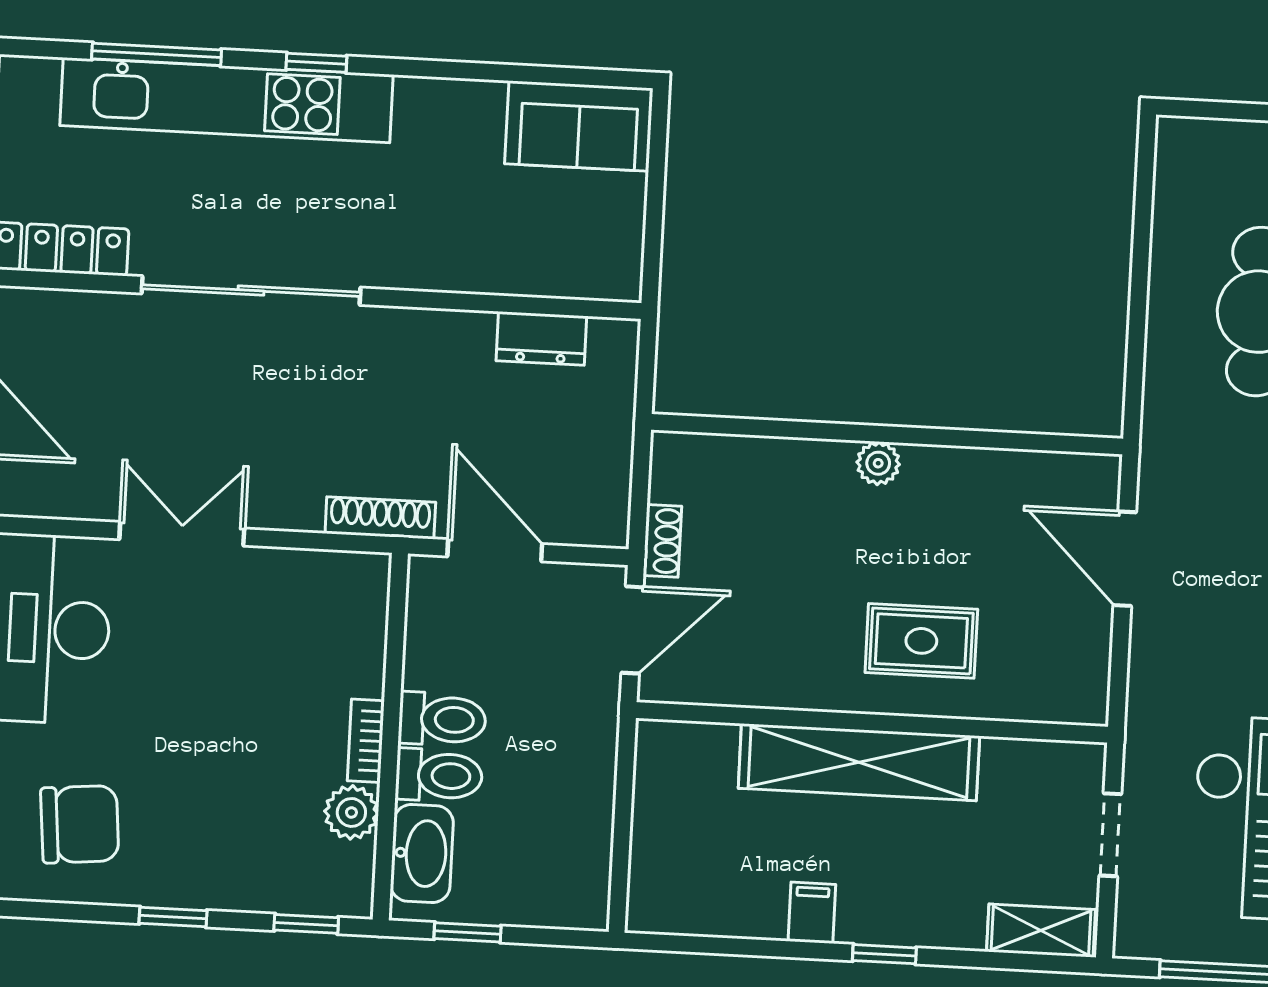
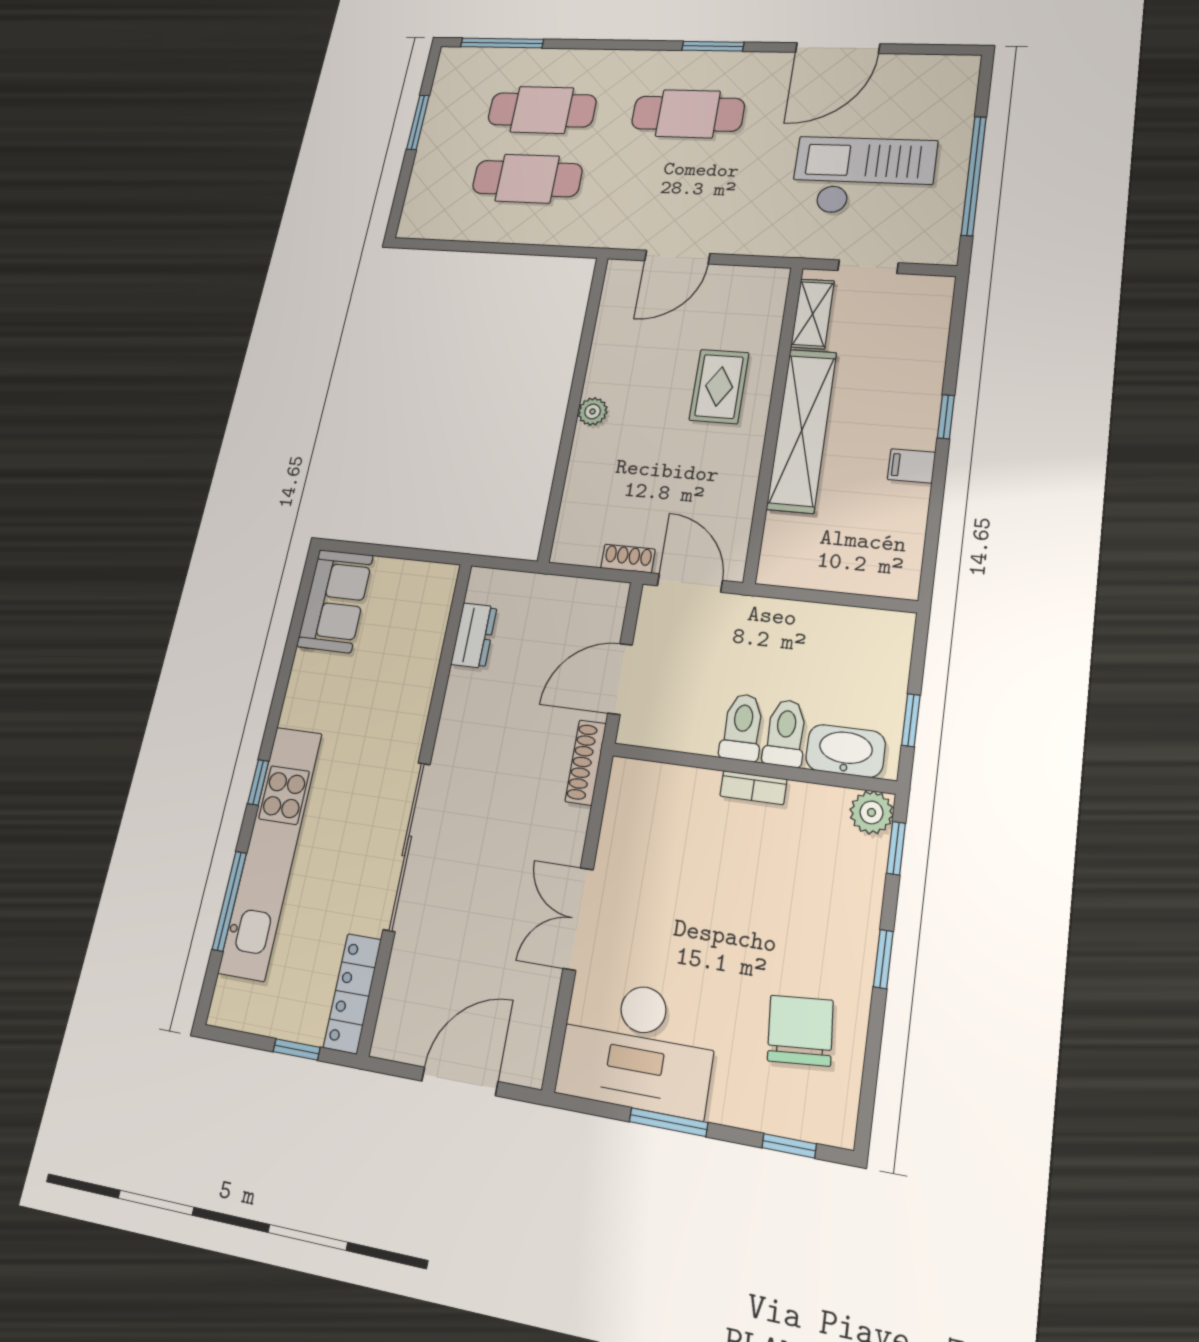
plant: (351, 812) -> (871, 812), moved
shelving: (1041, 931) -> (813, 314), moved

